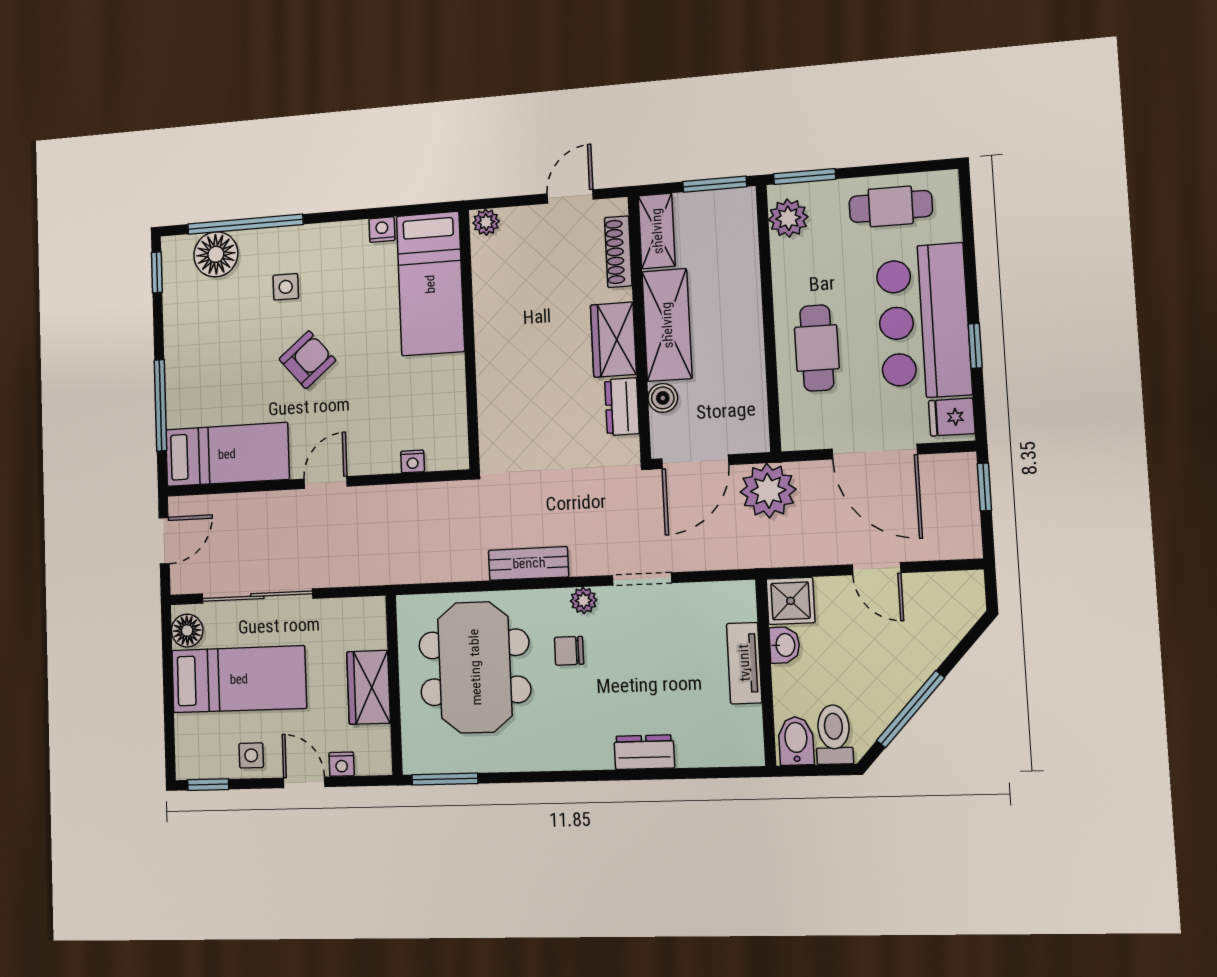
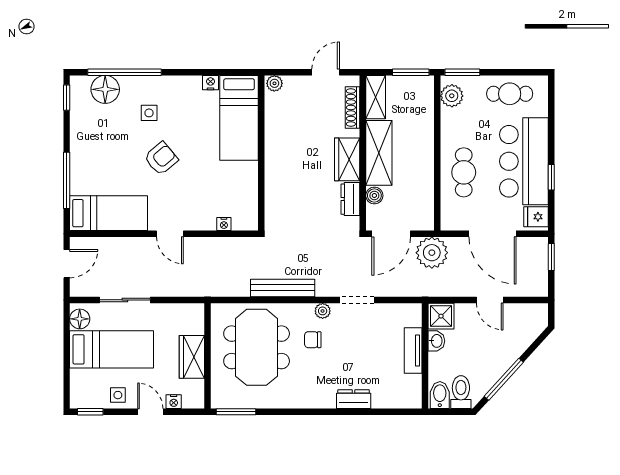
door: (326, 483) -> (170, 234), swing flipped
bench: (529, 563) -> (283, 288), width x1.36
sliding door: (257, 596) -> (125, 300), width x0.73

